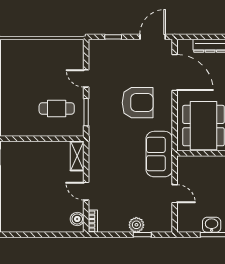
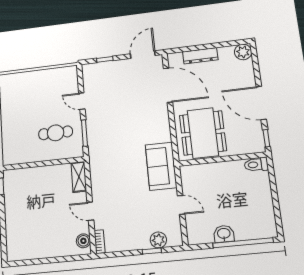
armchair: (138, 103) -> (134, 118), removed
plant: (136, 225) -> (158, 240), moved

